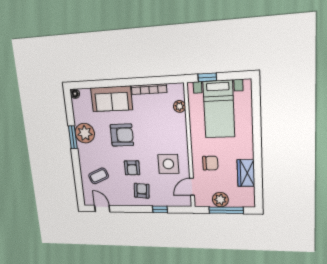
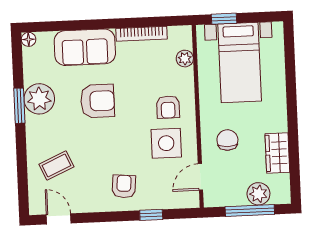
chair: (210, 163) -> (227, 140), turned -90
armchair: (132, 168) -> (168, 107), moved
plant: (220, 200) -> (258, 194), moved

